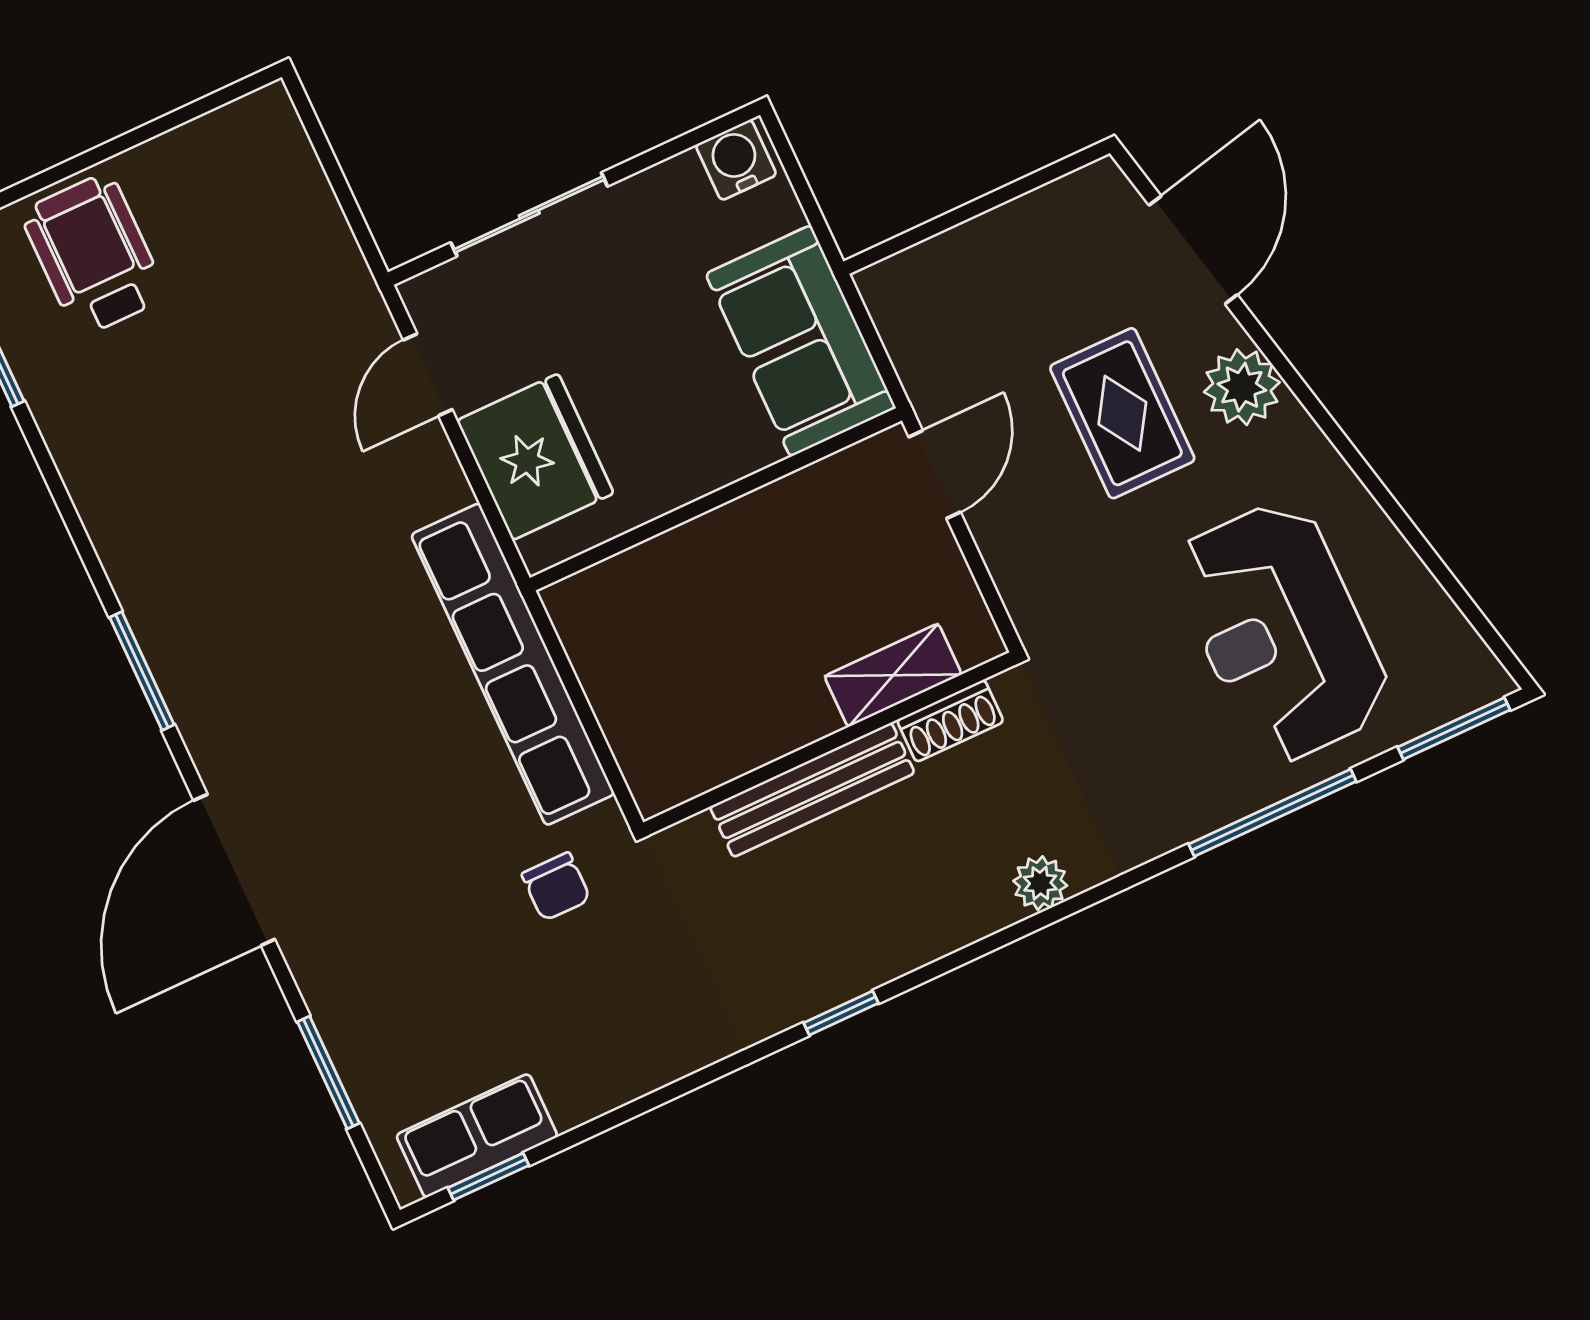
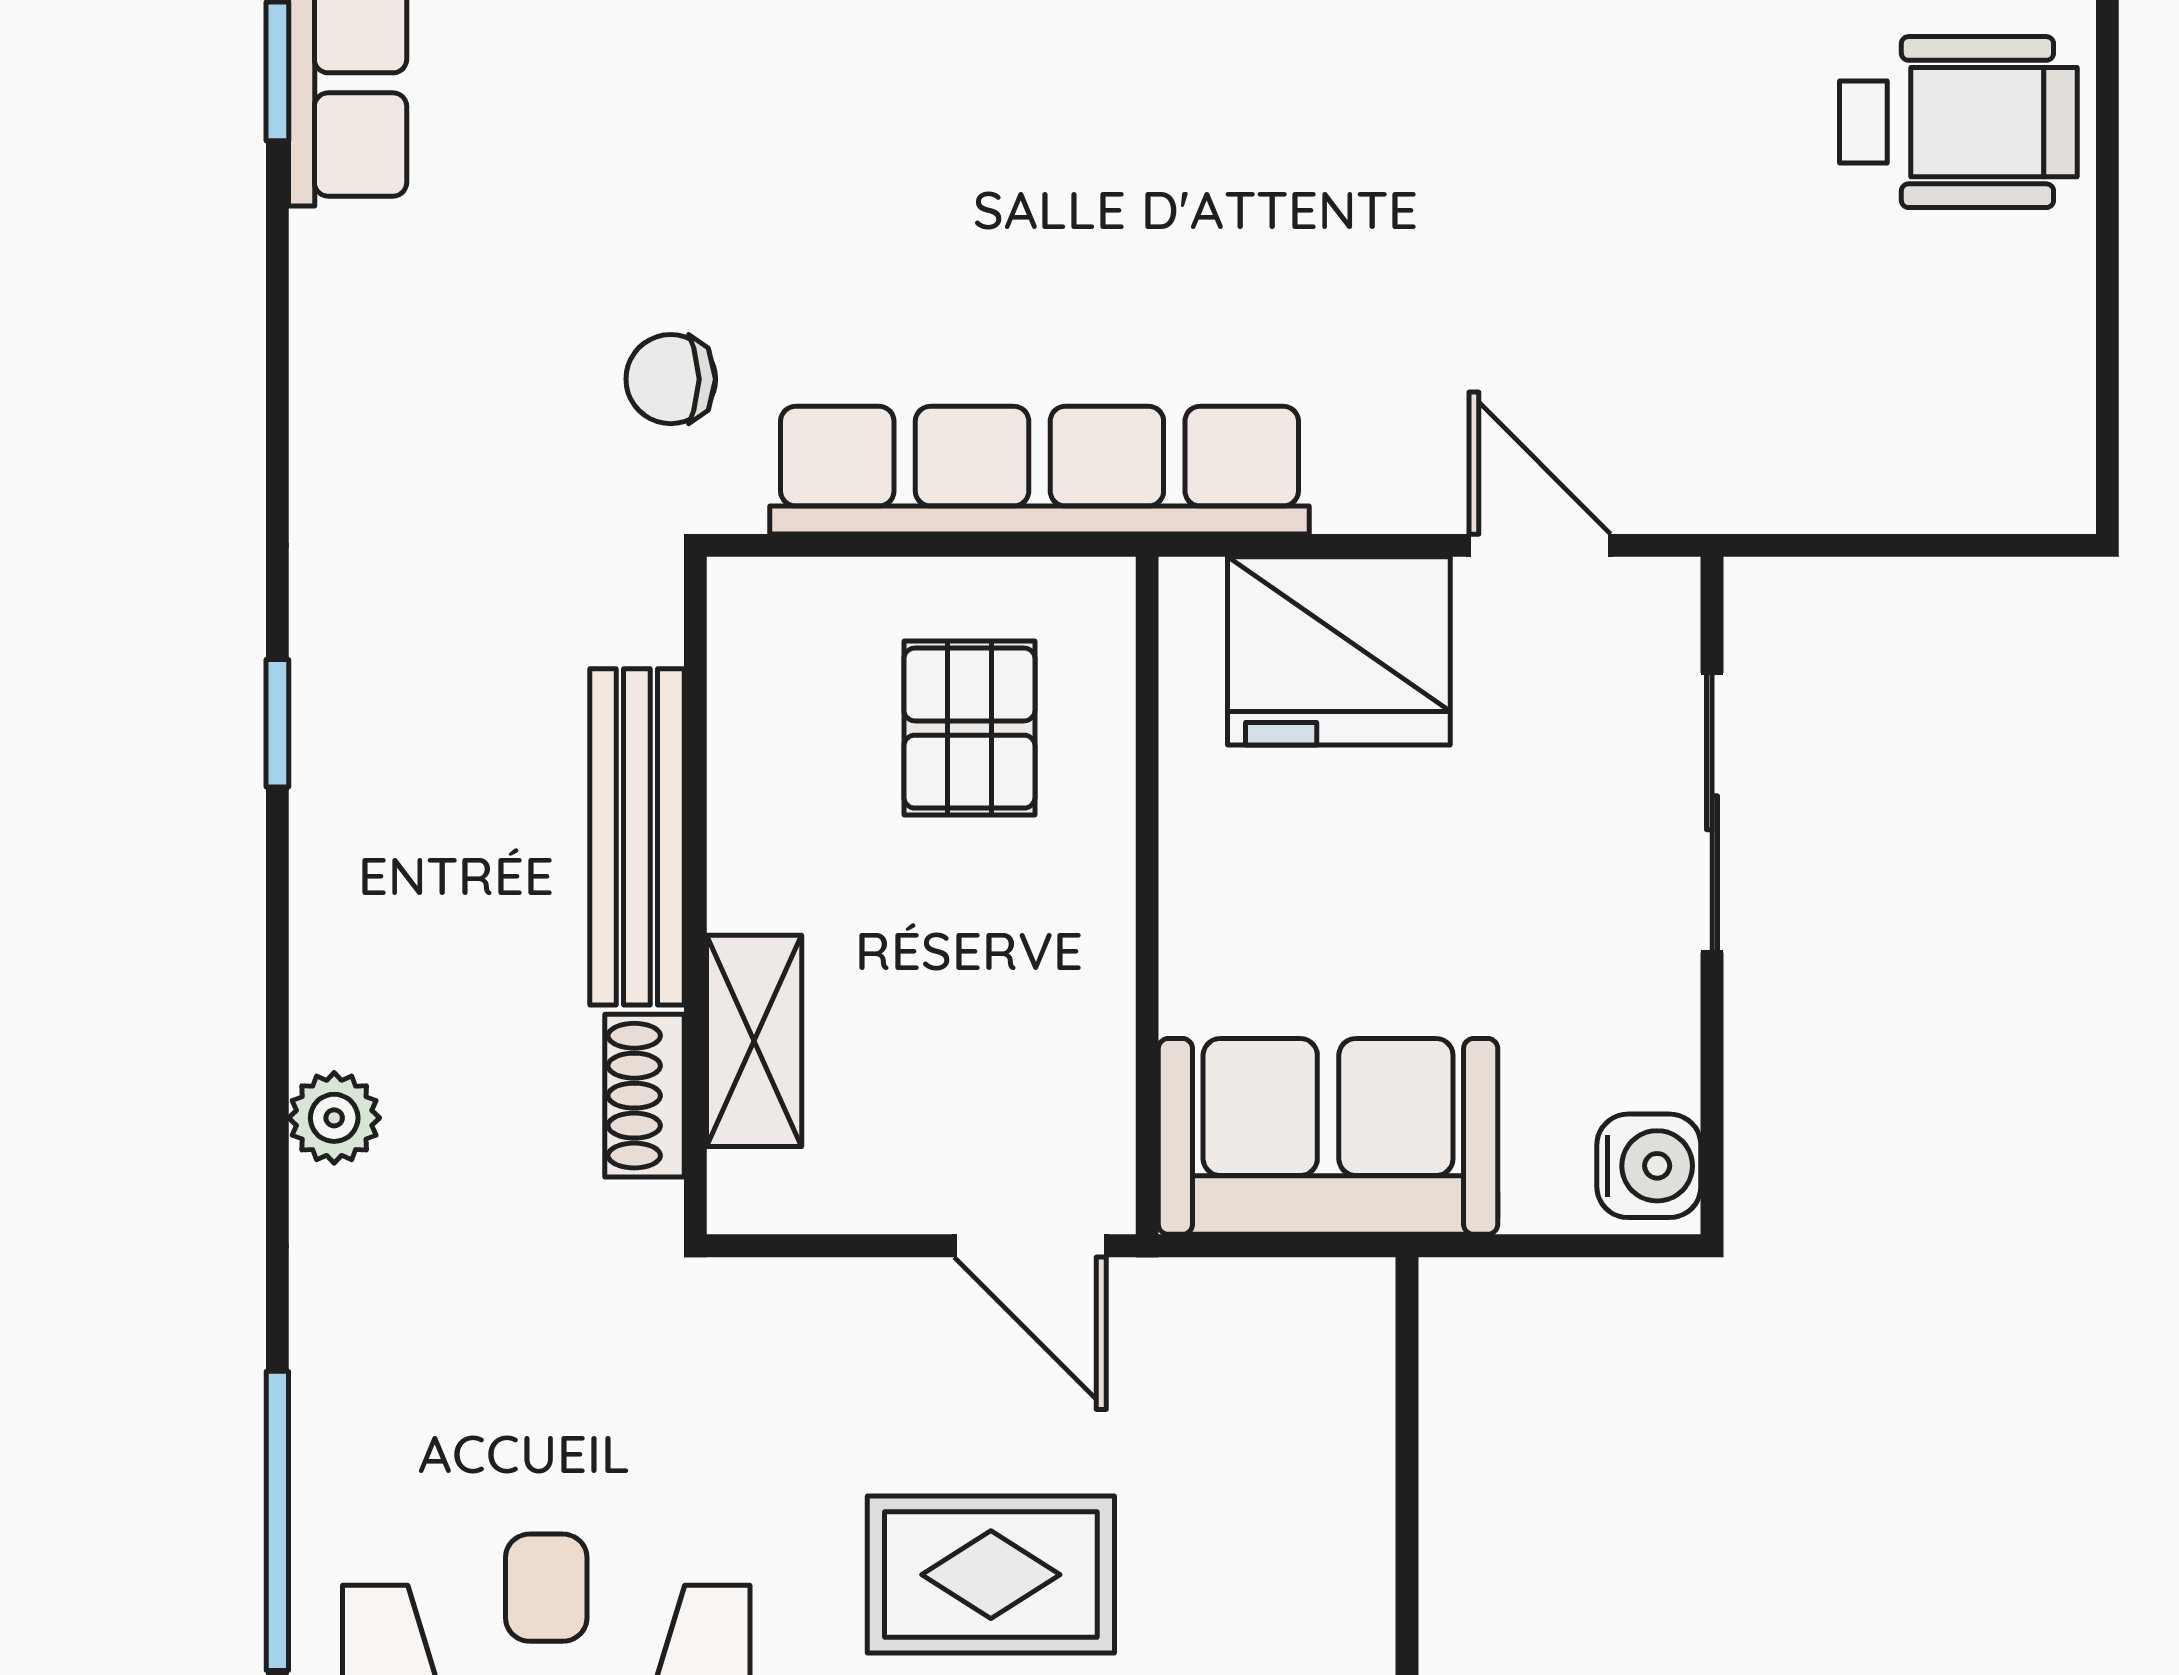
pallet: (670, 637) -> (969, 728), added

